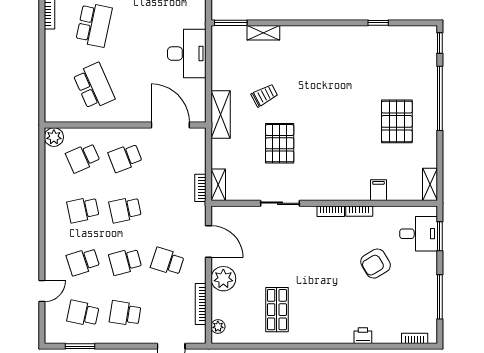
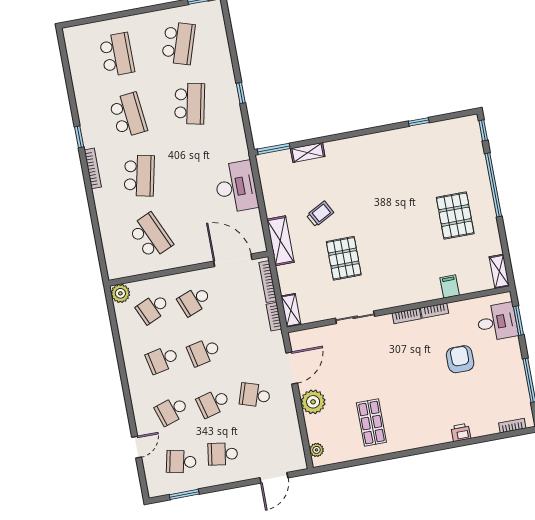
door: (209, 242) -> (292, 368), hinge flipped
armchair: (376, 264) -> (460, 359), turned 121
bookcase: (201, 304) -> (268, 282), moved

